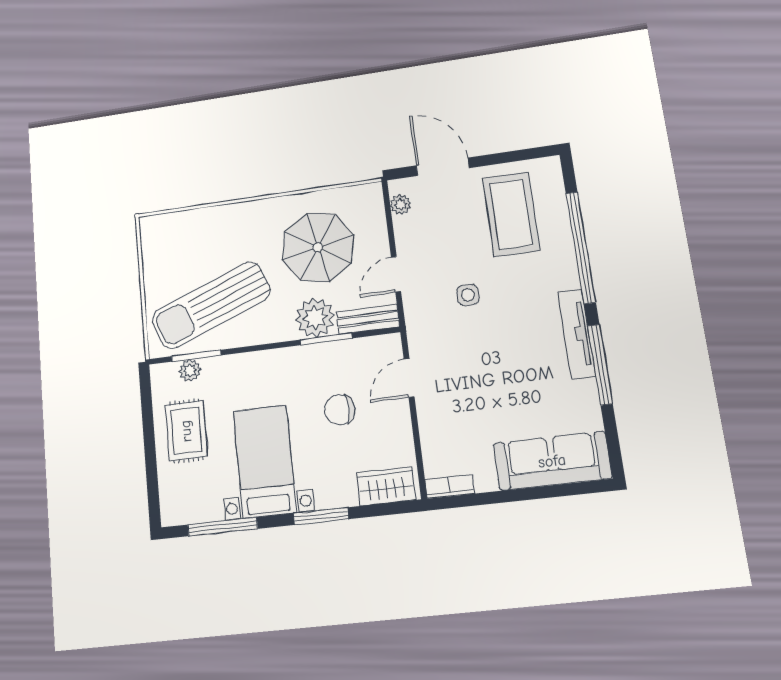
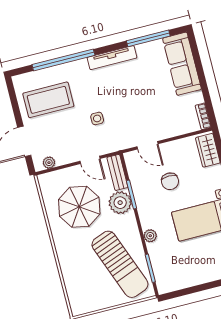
window: (600, 365) -> (148, 38), moved
plant: (190, 370) -> (150, 236), moved
rug: (186, 431) -> (193, 267), removed

